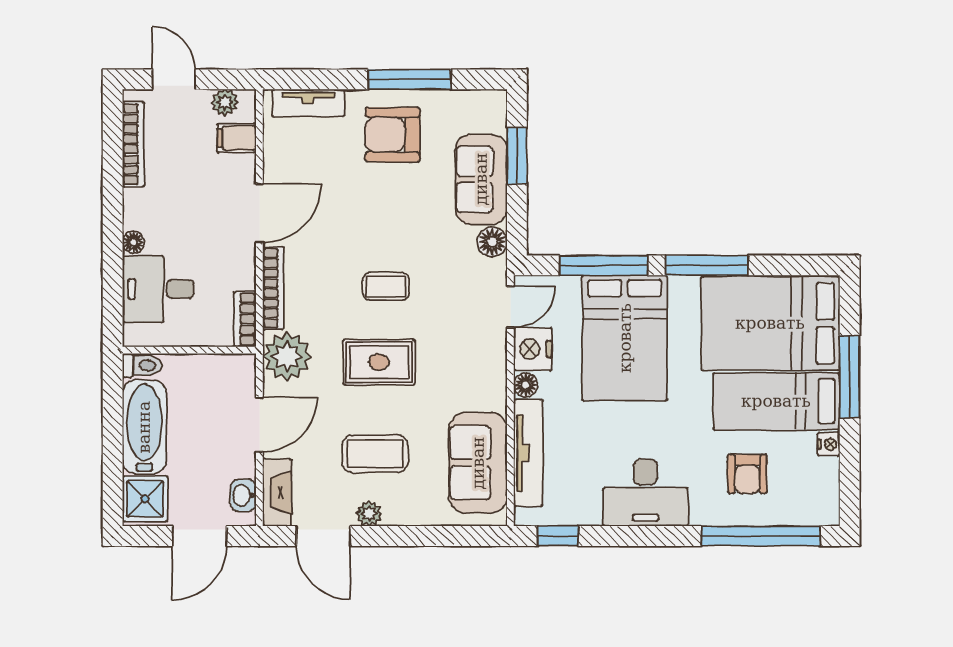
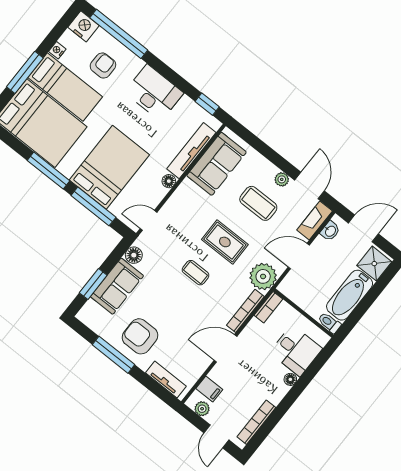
armchair: (393, 135) -> (140, 336), turned 180
nightstand: (533, 349) -> (84, 26), moved, turned -90

